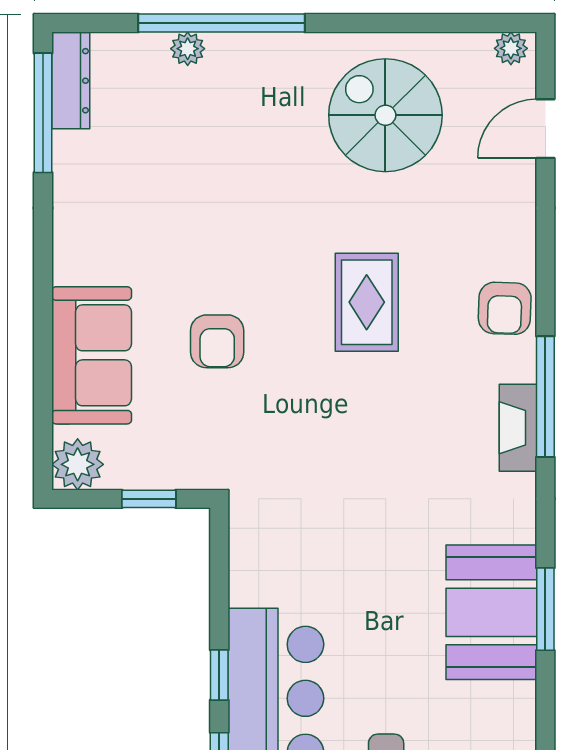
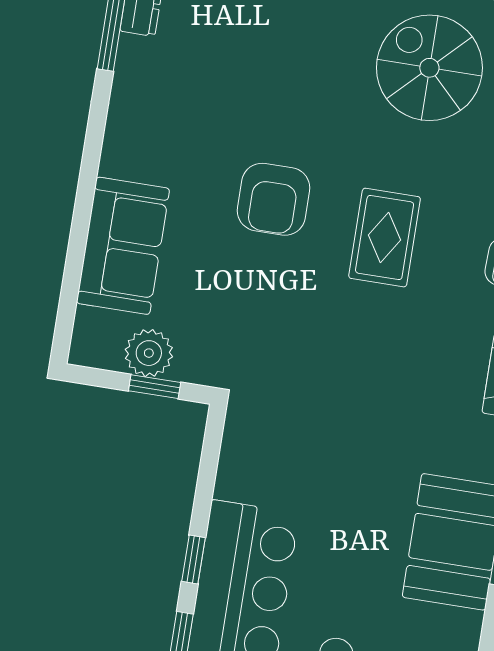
armchair: (217, 341) -> (274, 199), moved, width x1.38, depth x1.38
plant: (78, 464) -> (149, 353), moved

